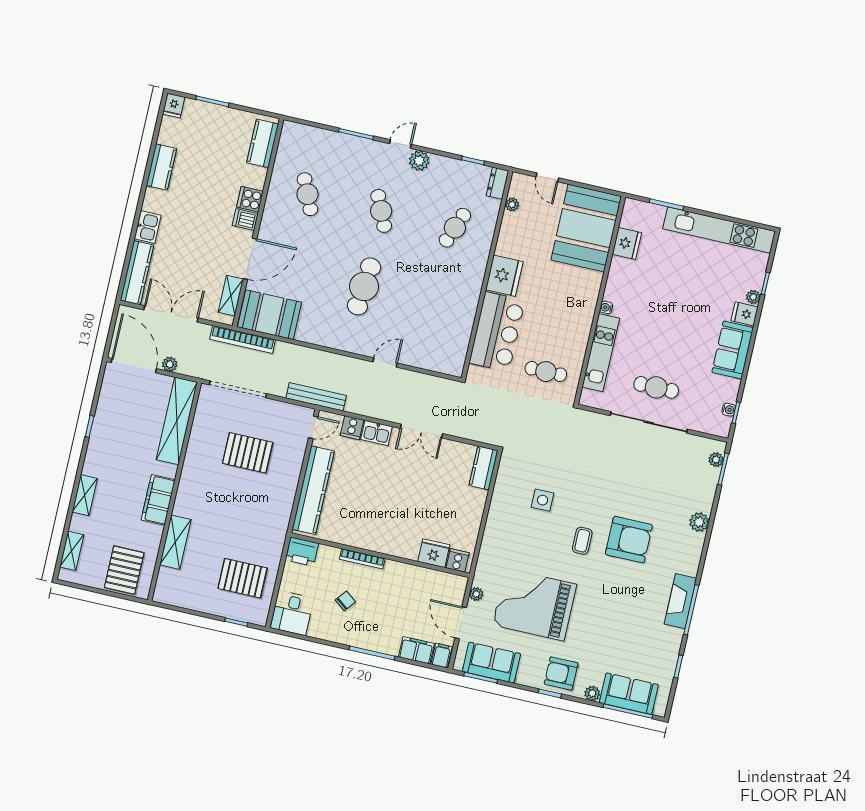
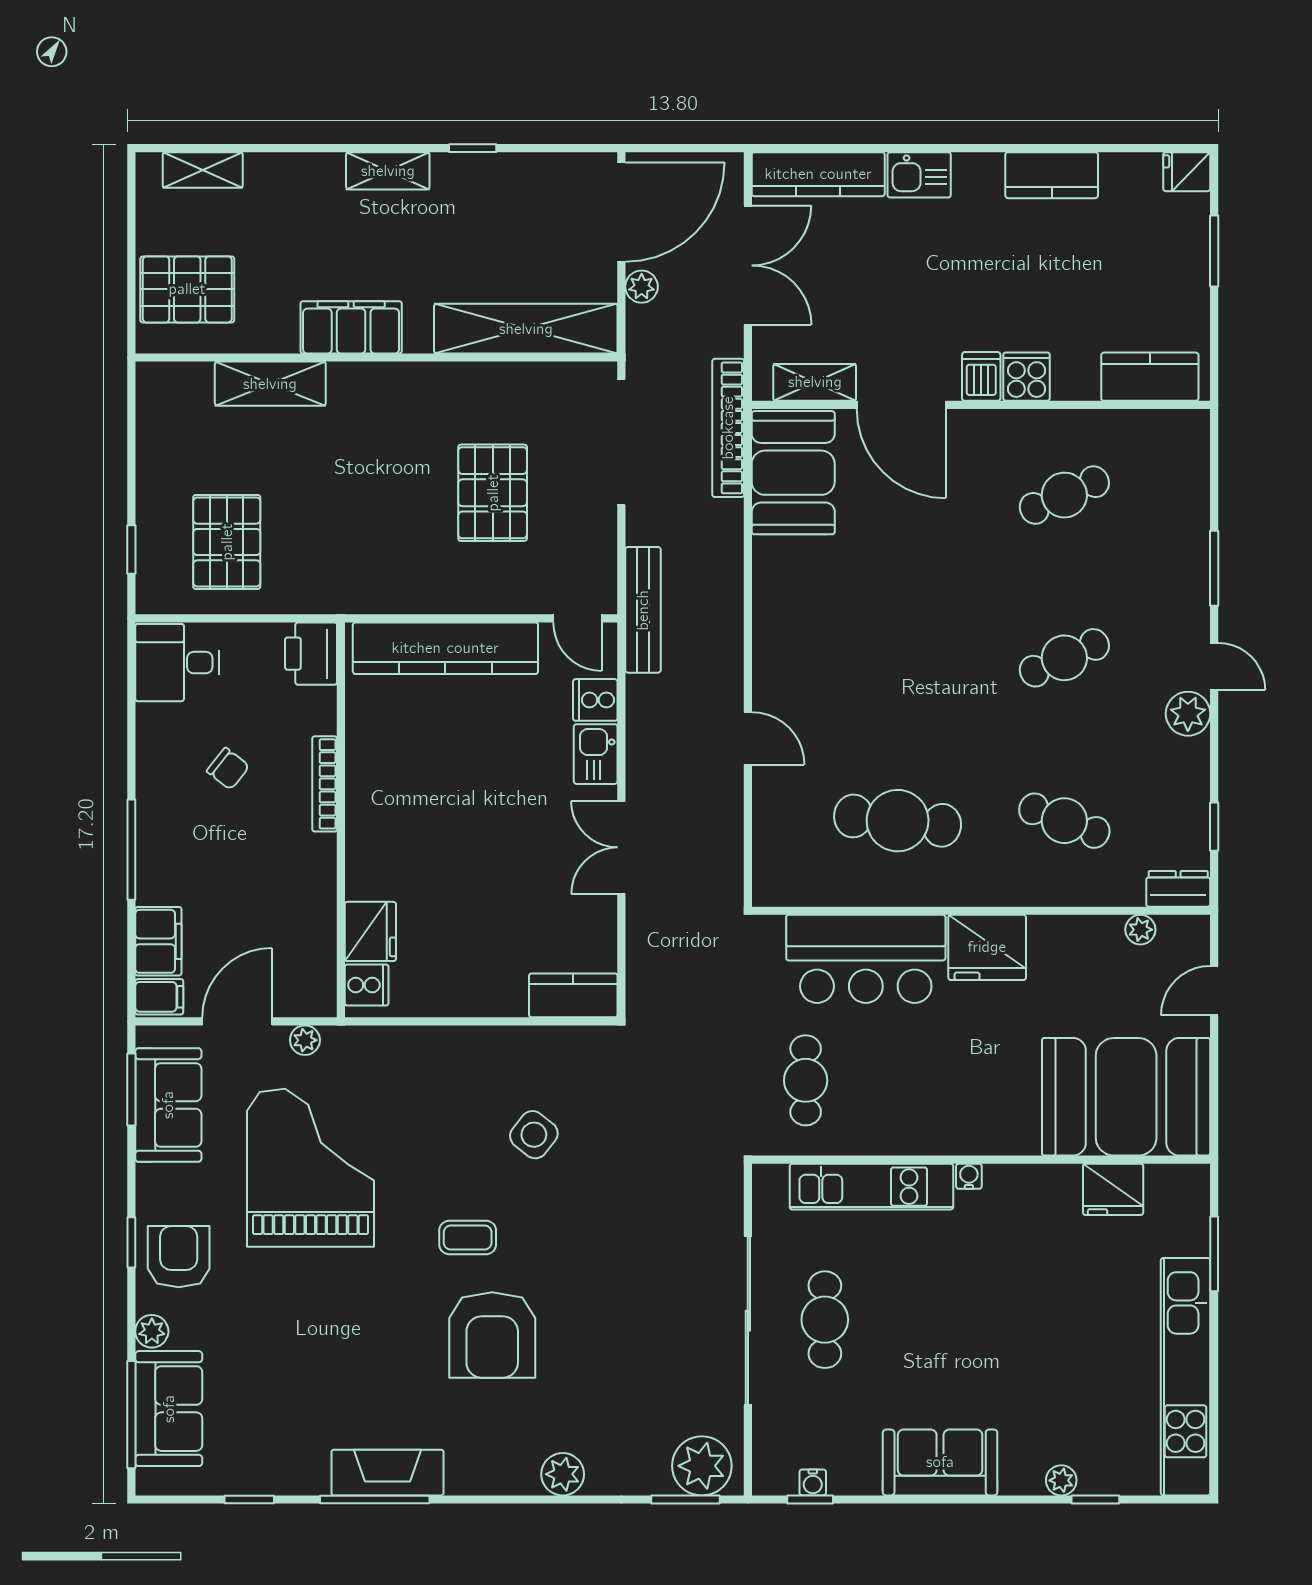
cafe table: (364, 286) -> (898, 821), moved
fridge: (745, 314) -> (1022, 1470), removed
plant: (716, 460) -> (702, 1466), width x1.87, depth x1.87
shelving: (85, 495) -> (388, 171), moved
side table: (542, 500) -> (534, 1135), turned 38

